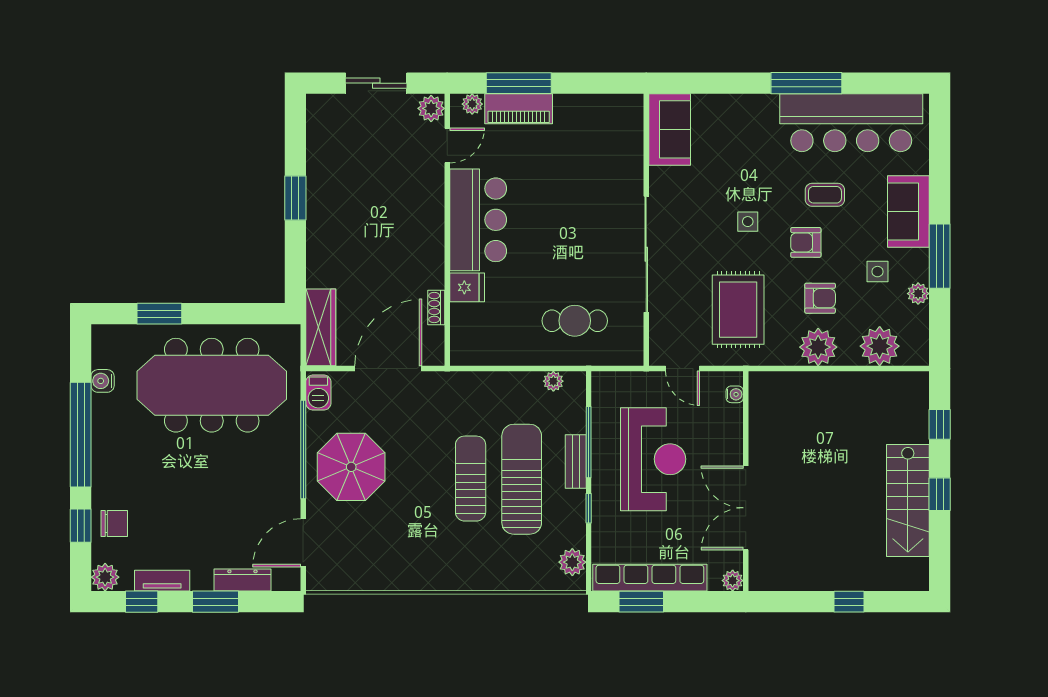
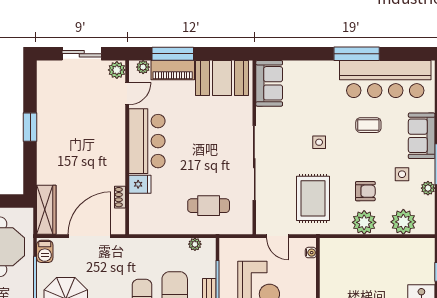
booth: (596, 121) -> (222, 78), added
armchair: (806, 242) -> (356, 156), removed

